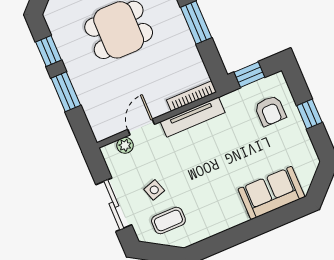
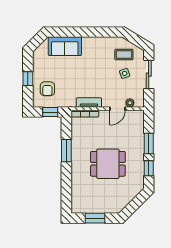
armchair: (270, 111) -> (47, 89), turned 180
tv unit: (193, 117) -> (89, 103), width x0.71

